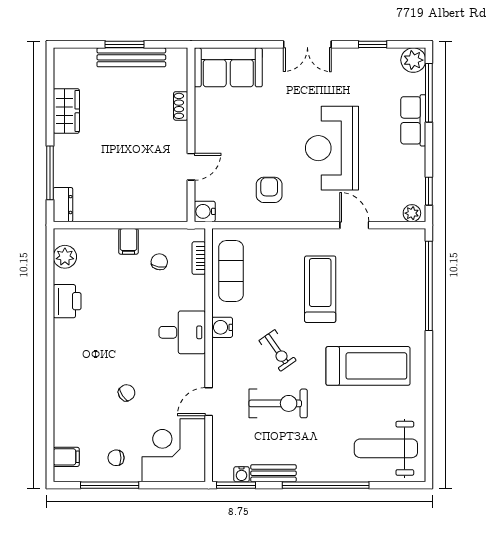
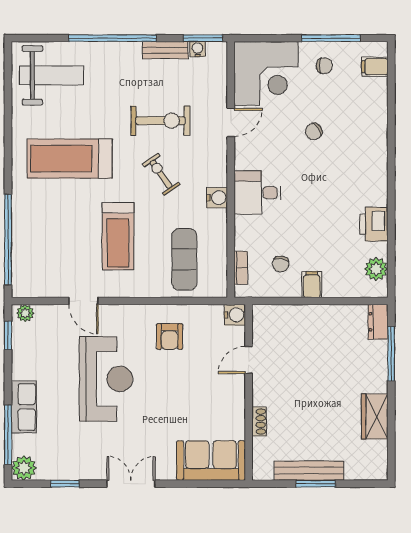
exercise mat: (231, 271) -> (184, 259), moved
exercise bike: (278, 403) -> (160, 121), turned 180

